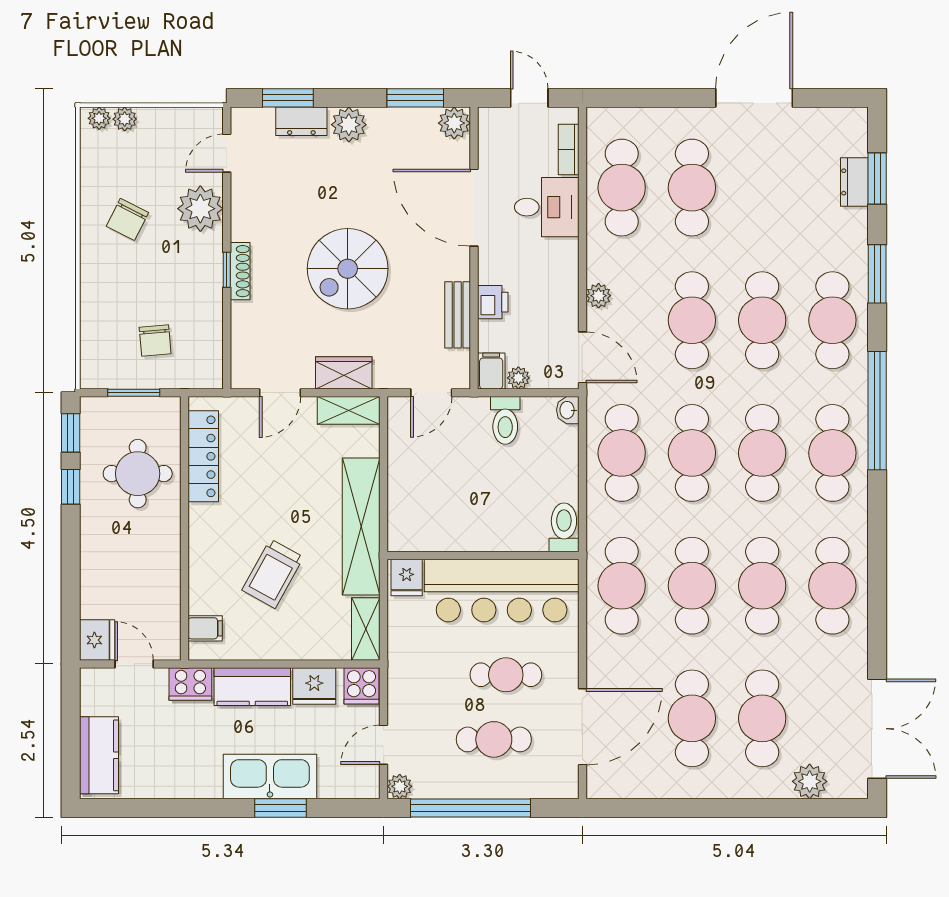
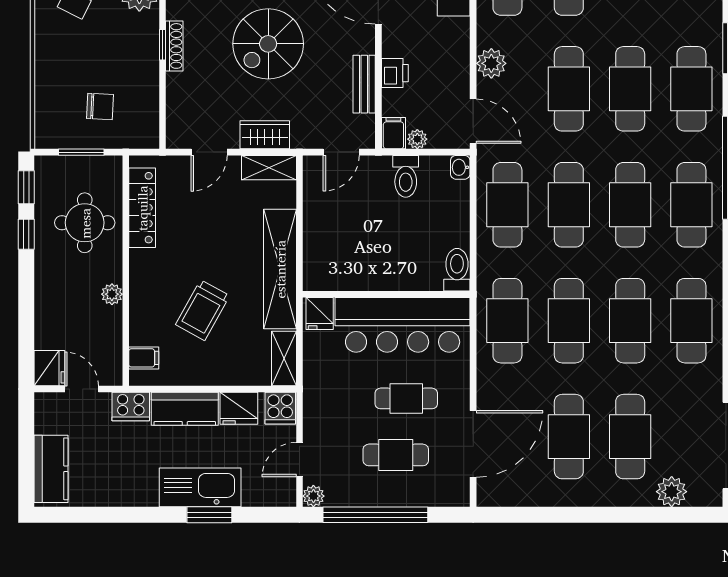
plant: (599, 296) -> (491, 63), width x1.38, depth x1.38
chair: (155, 341) -> (100, 107), turned -82
plant: (169, 555) -> (112, 294), added

